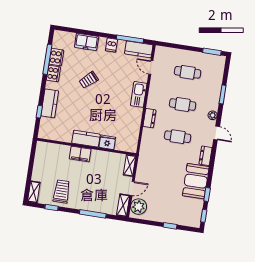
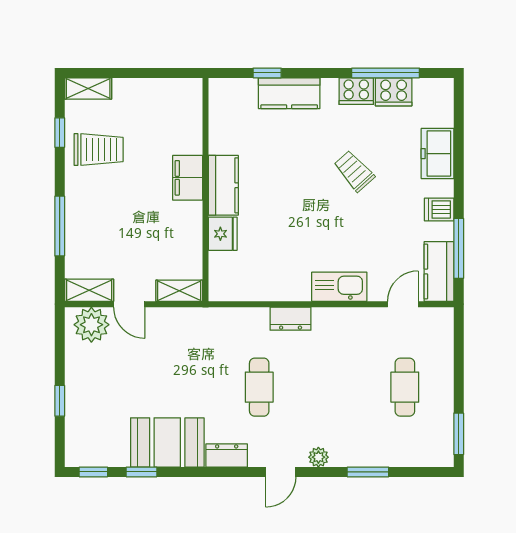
cafe table: (183, 105) -> (332, 387), removed

